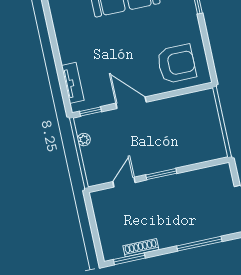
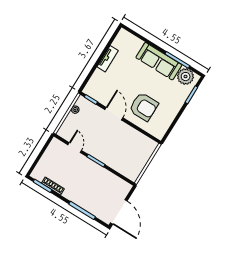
armchair: (176, 64) -> (144, 107), moved
tv unit: (73, 83) -> (108, 59), moved
door: (124, 182) -> (75, 148), hinge flipped

